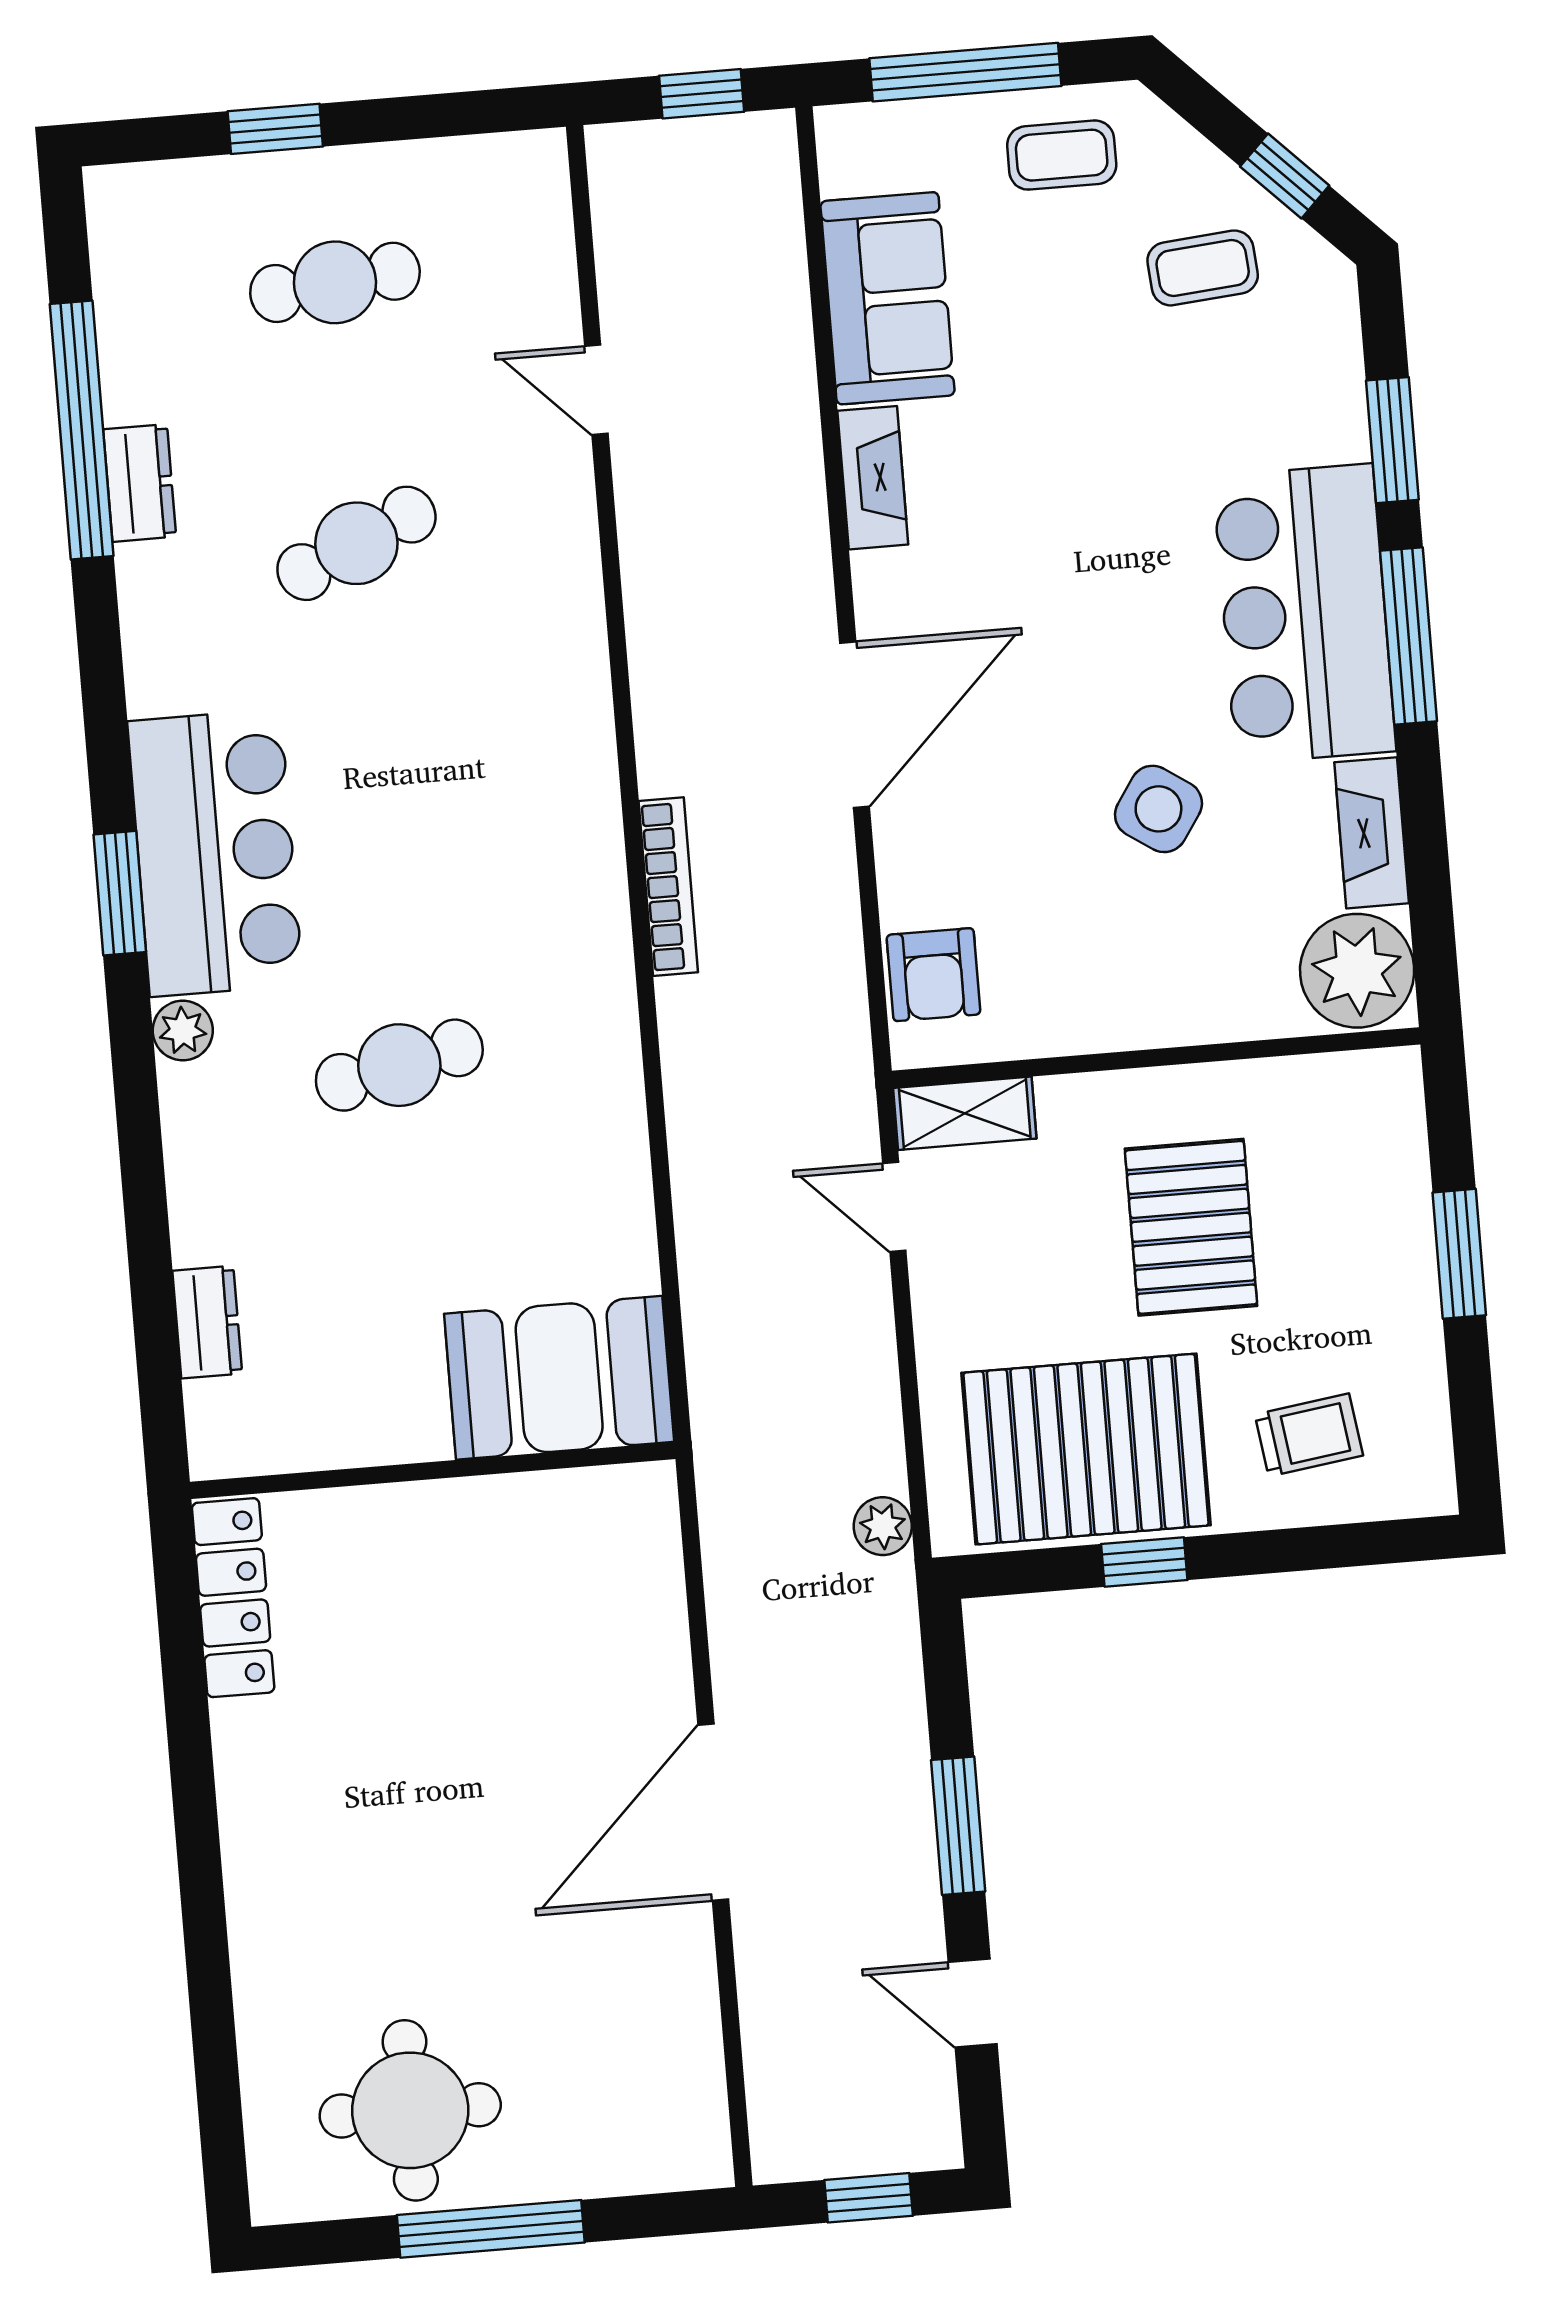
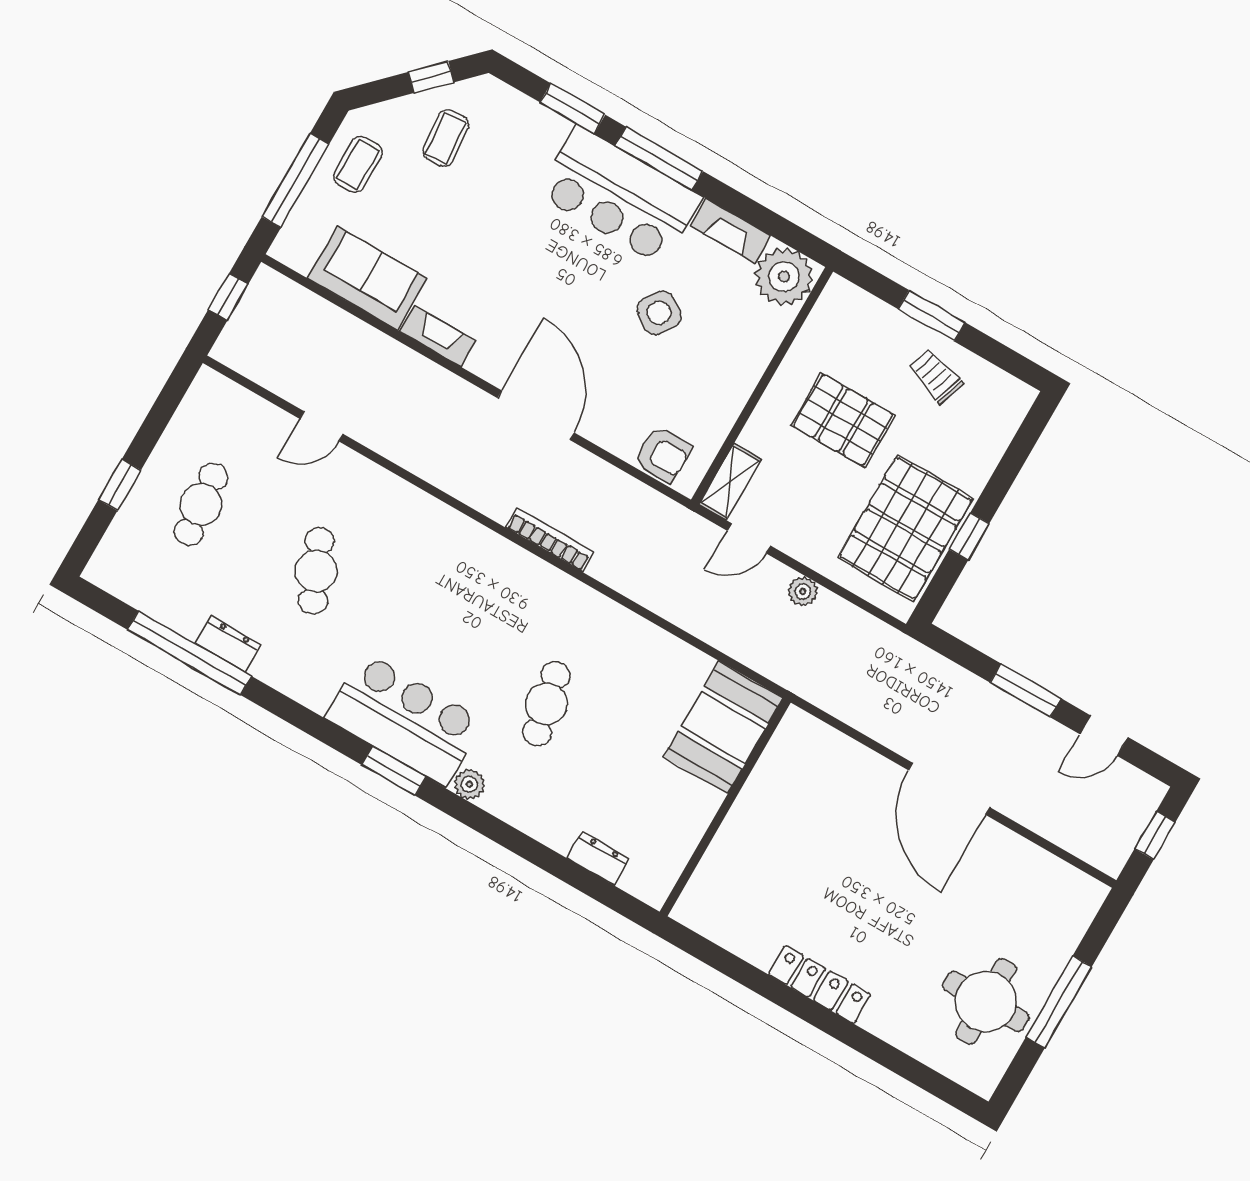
trolley: (1309, 1435) -> (936, 376), moved, turned -64
plant: (883, 1526) -> (803, 591), moved
locker: (233, 1598) -> (819, 984), moved

